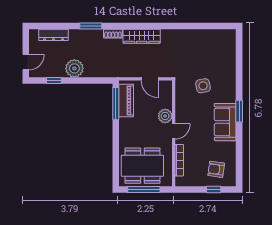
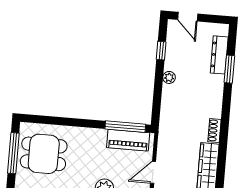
window: (91, 26) -> (229, 69), moved
plant: (74, 68) -> (169, 77), width x0.53, depth x0.53
dining table: (142, 166) -> (44, 154), width x0.73

